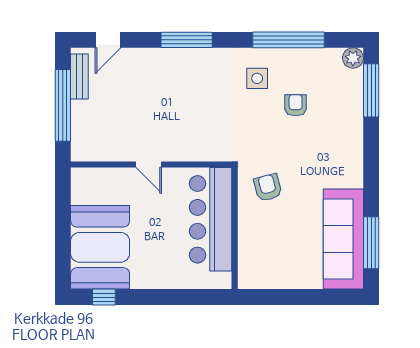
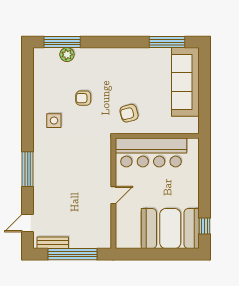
door: (108, 40) -> (28, 223), swing flipped
window: (288, 40) -> (28, 99), removed
plant: (353, 58) -> (67, 55), moved
armchair: (296, 105) -> (83, 98), moved
sofa: (343, 239) -> (185, 82), moved, turned 90

